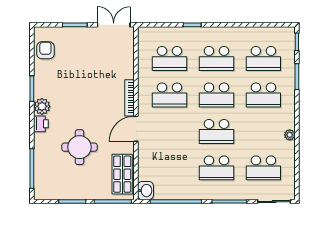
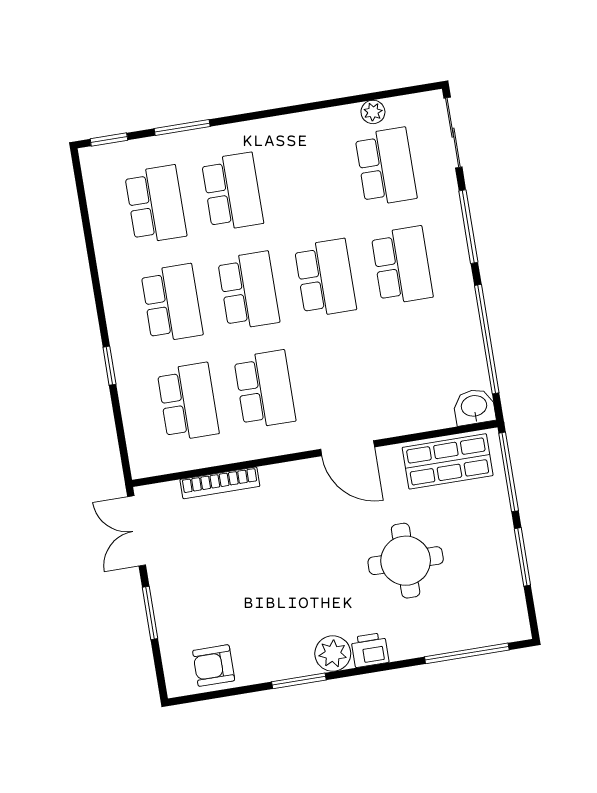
bookcase: (130, 98) -> (220, 483), moved
plant: (290, 135) -> (373, 112), moved

